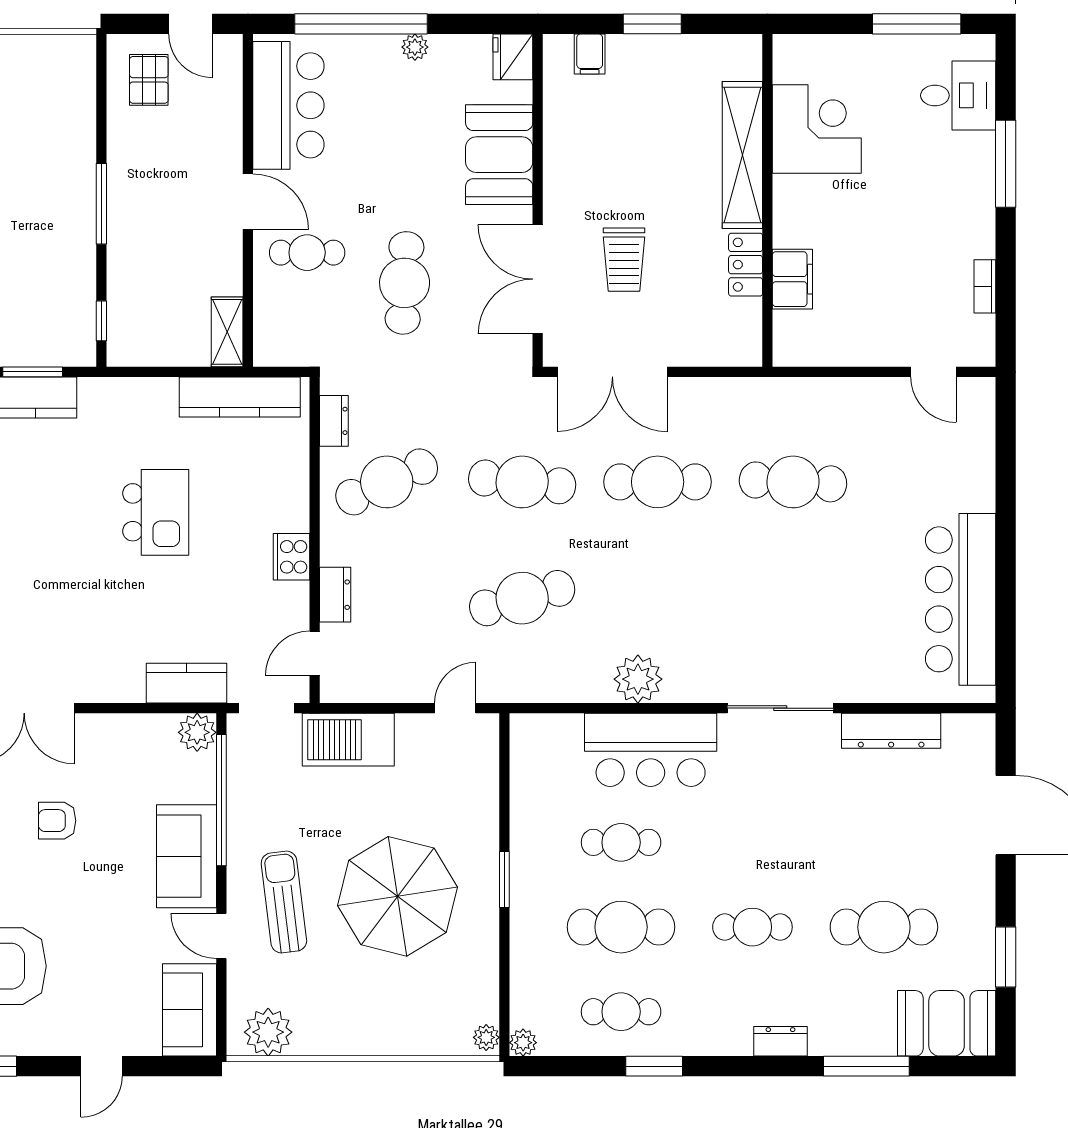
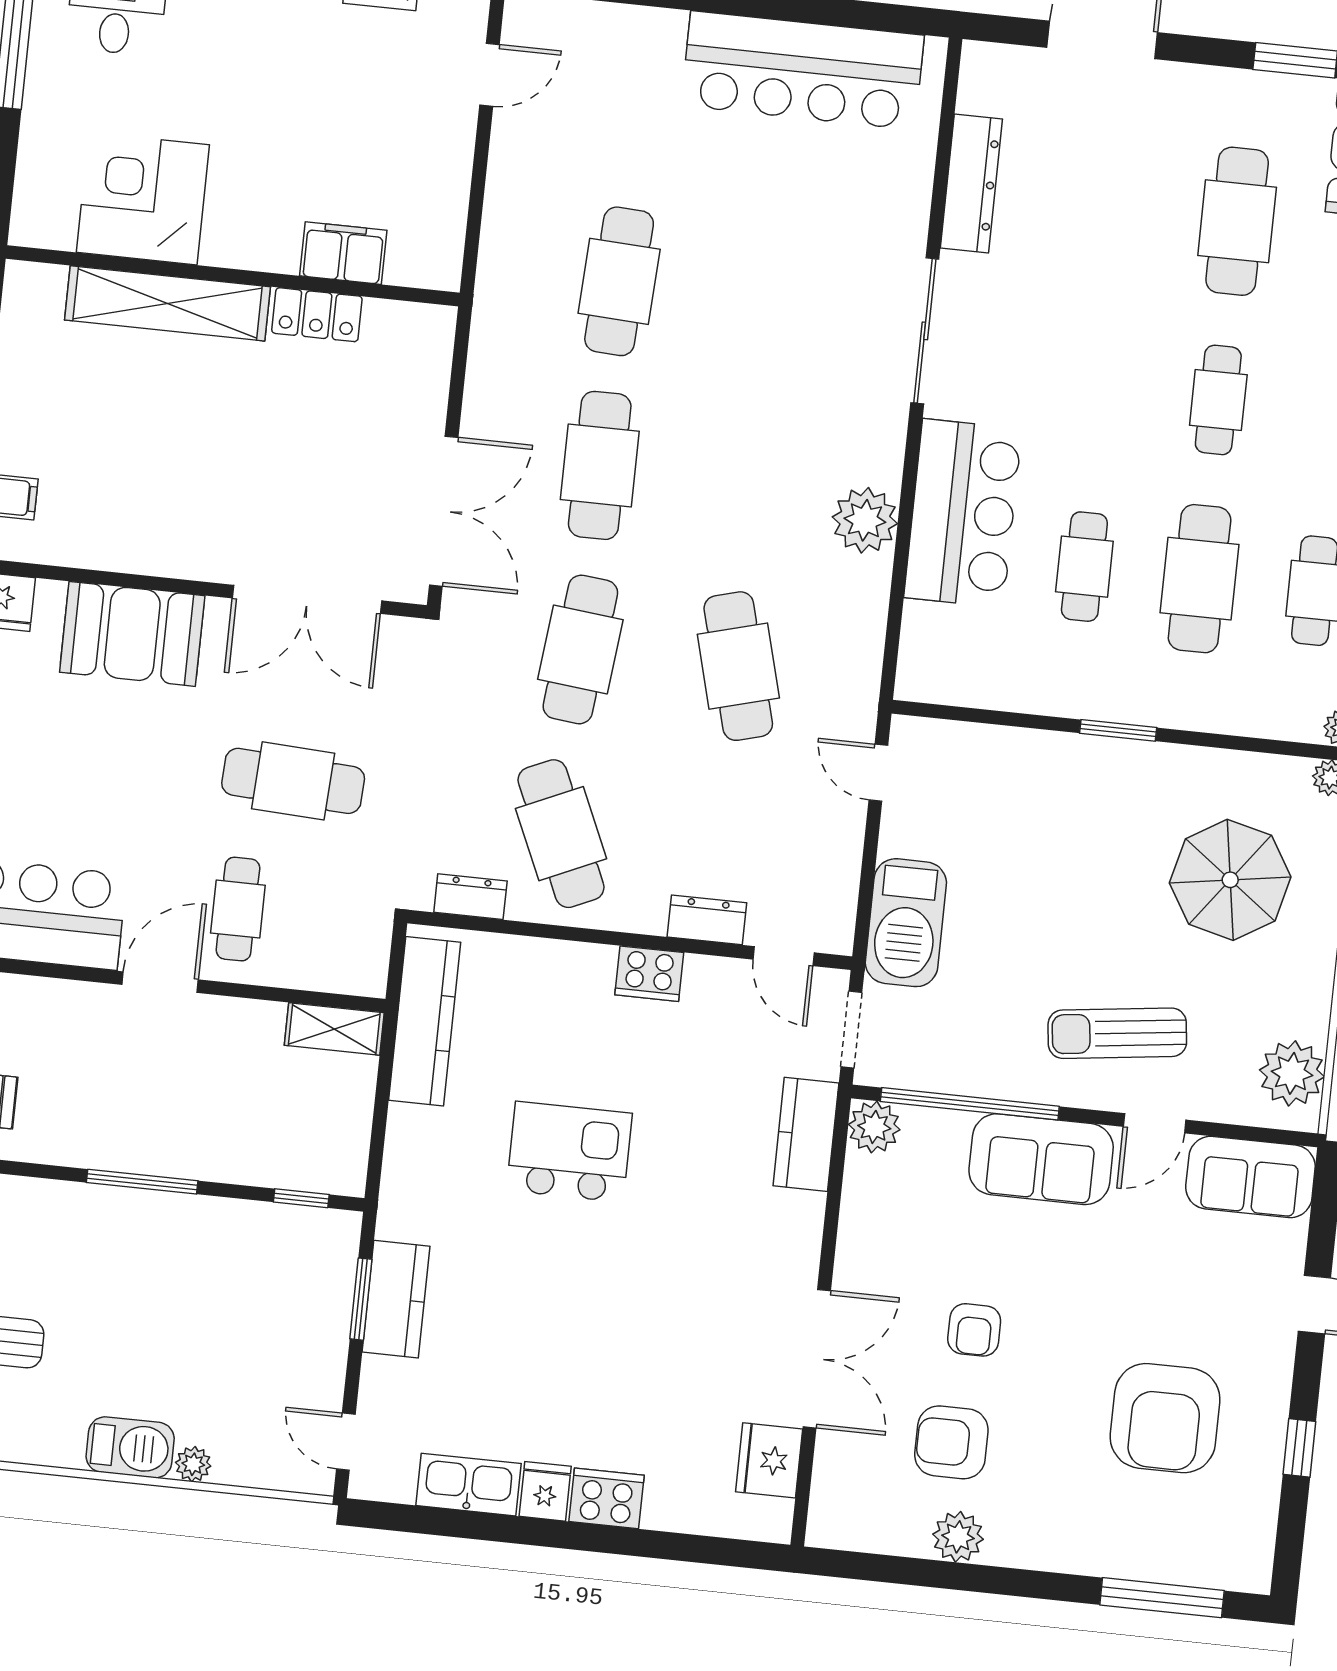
trolley: (624, 260) -> (293, 479), removed
parasol: (397, 896) -> (1230, 880), moved, width x0.73, depth x0.73

